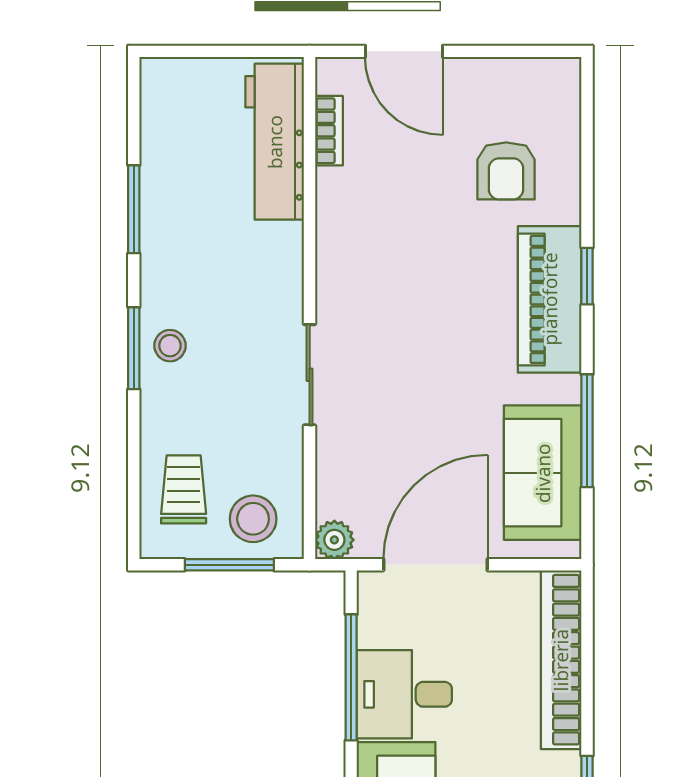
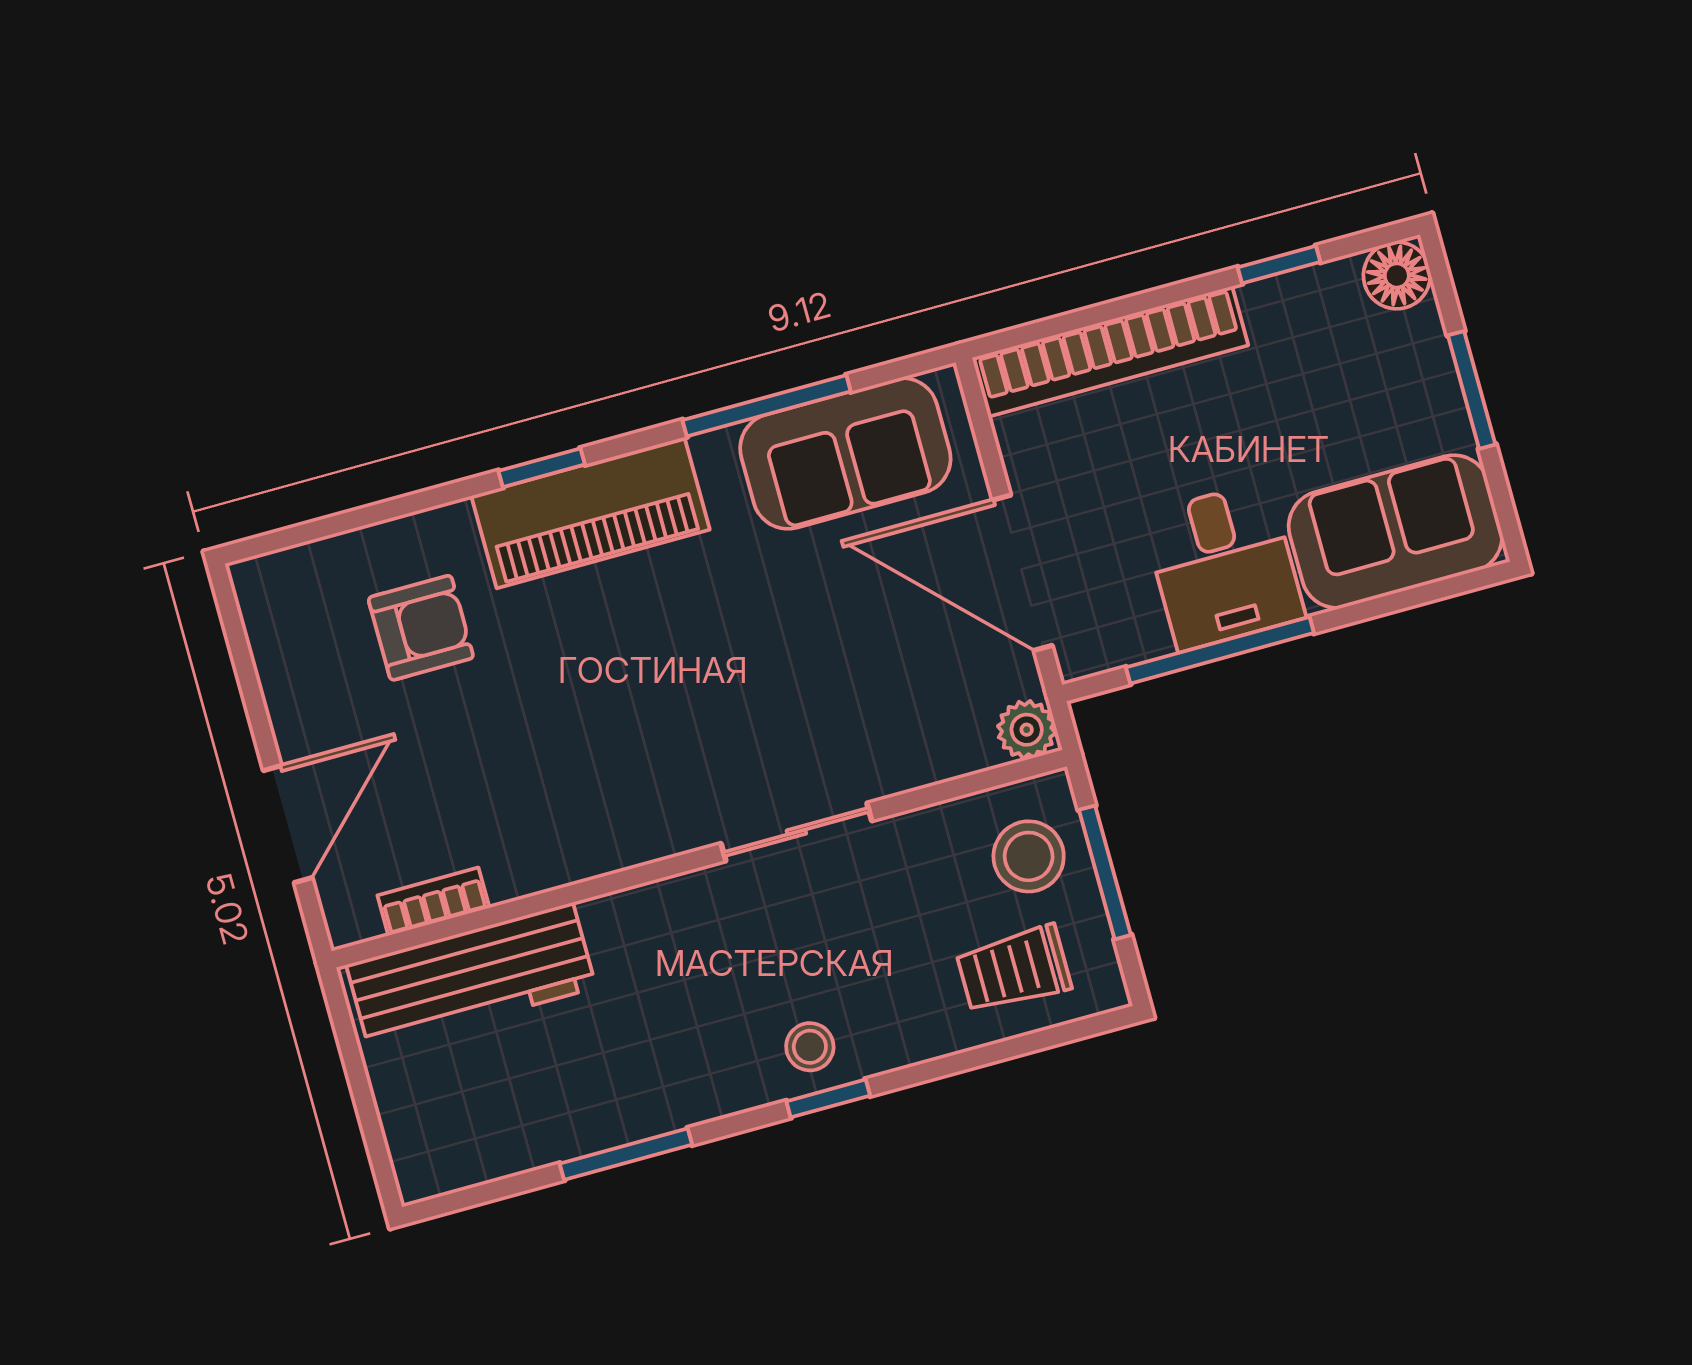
window: (134, 348) -> (828, 1098), width x0.67

